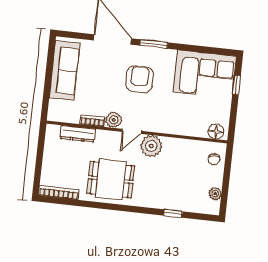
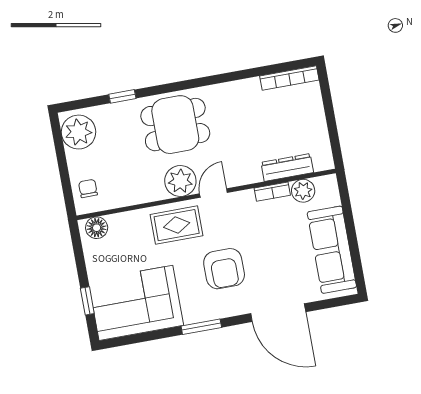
window: (154, 44) -> (201, 327), moved
rug: (162, 118) -> (177, 225), added
plant: (114, 120) -> (303, 191), moved
dining table: (111, 180) -> (175, 125), moved
plant: (215, 194) -> (79, 132), width x1.87, depth x1.87

